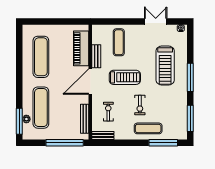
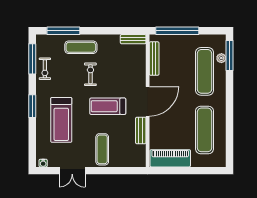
exercise mat: (119, 42) -> (102, 149), moved
piano: (81, 48) -> (170, 158), moved, turned -90
treadmill: (165, 66) -> (61, 120), turned 180
window: (190, 77) -> (32, 106), width x0.69
exercise bike: (108, 112) -> (45, 69), moved

